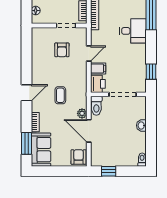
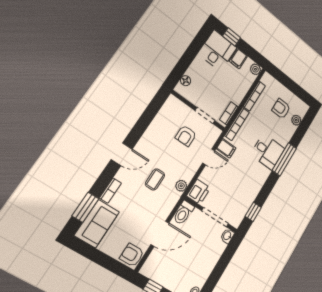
desk: (133, 31) -> (268, 152), moved
filing cabinet: (98, 69) -> (226, 148), moved
plant: (82, 113) -> (181, 186), moved
washbasin: (141, 125) -> (227, 236), moved
door: (89, 131) -> (160, 234), swing flipped
armchair: (79, 157) -> (132, 255), turned -90

